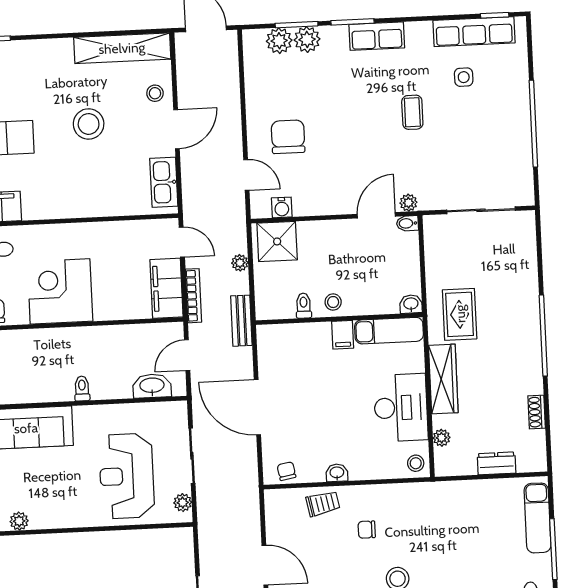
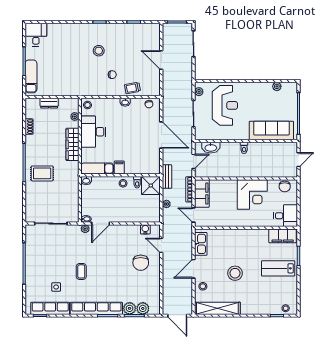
row of seats: (377, 36) -> (96, 308), width x2.02
shower: (277, 241) -> (151, 186), moved
rug: (460, 314) -> (42, 173), moved, turned 90

